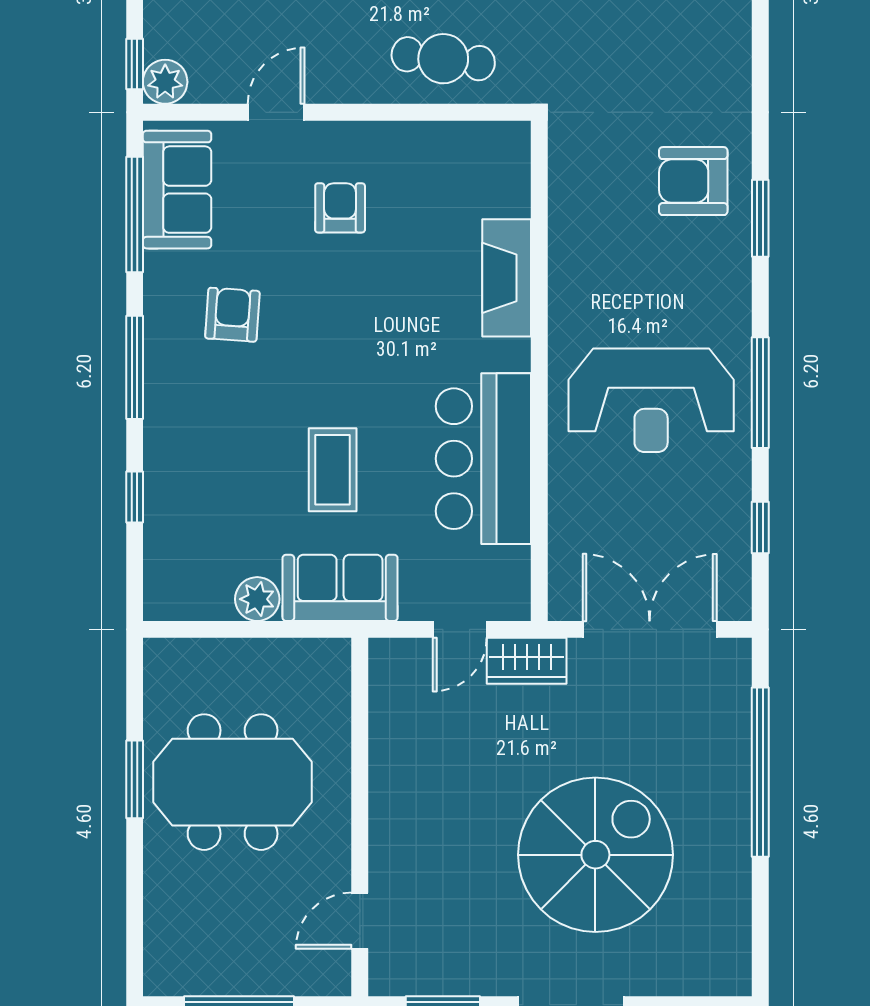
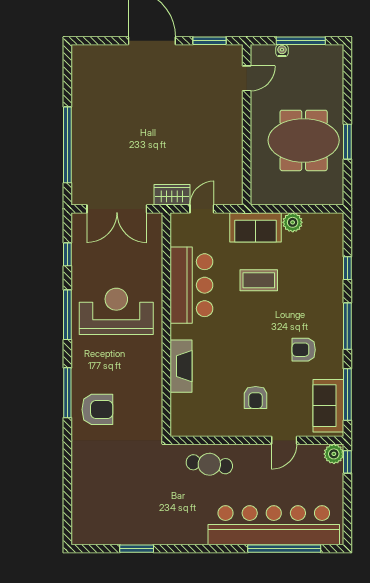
window: (760, 218) -> (67, 393), width x1.44
armchair: (232, 315) -> (304, 350), turned 86
coffee table: (333, 470) -> (259, 280), turned 90
spiral stairs: (595, 855) -> (141, 108), removed
water cooler: (281, 983) -> (282, 51), added

